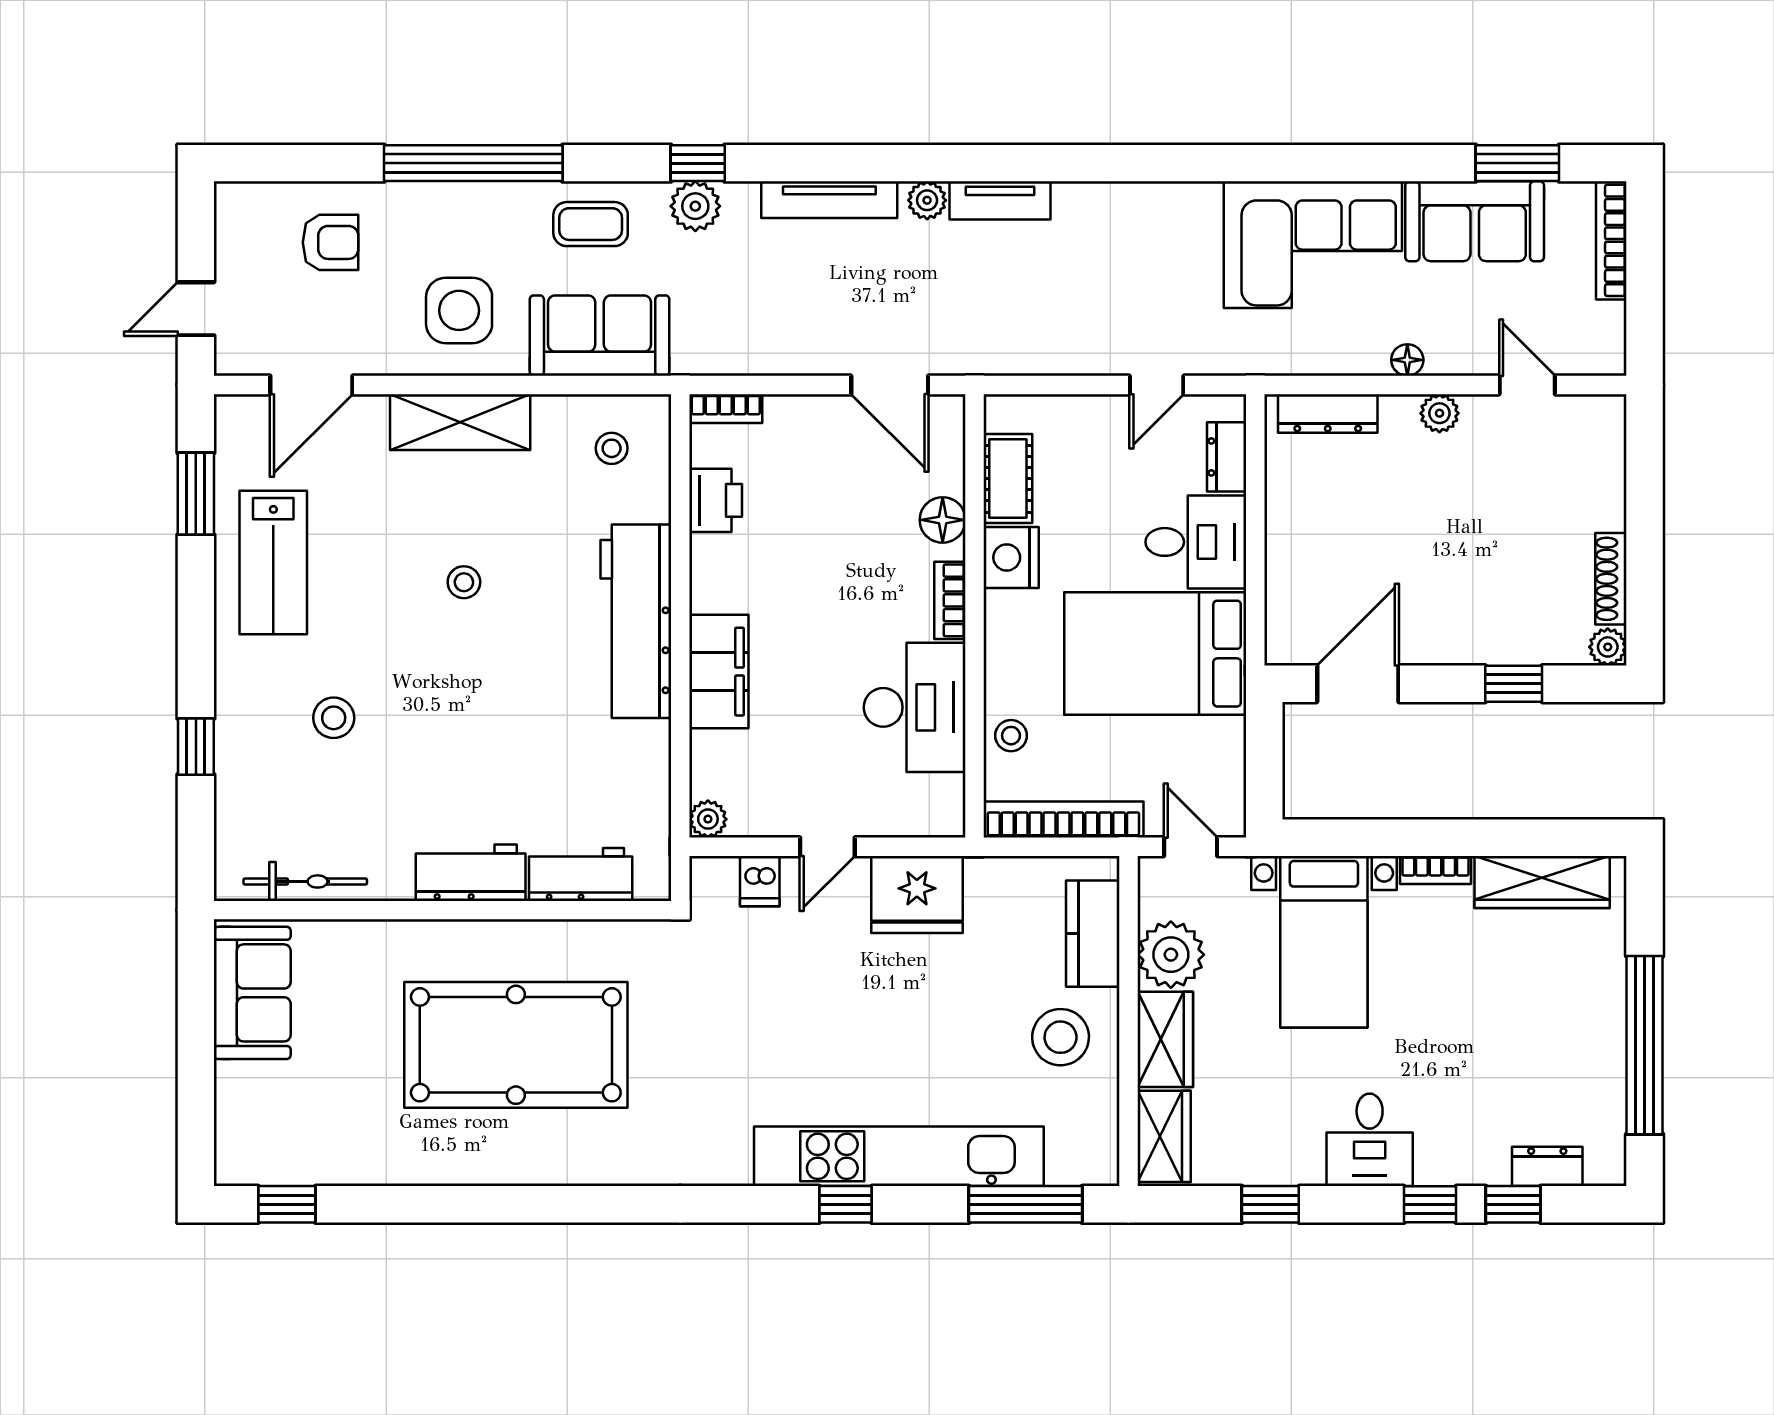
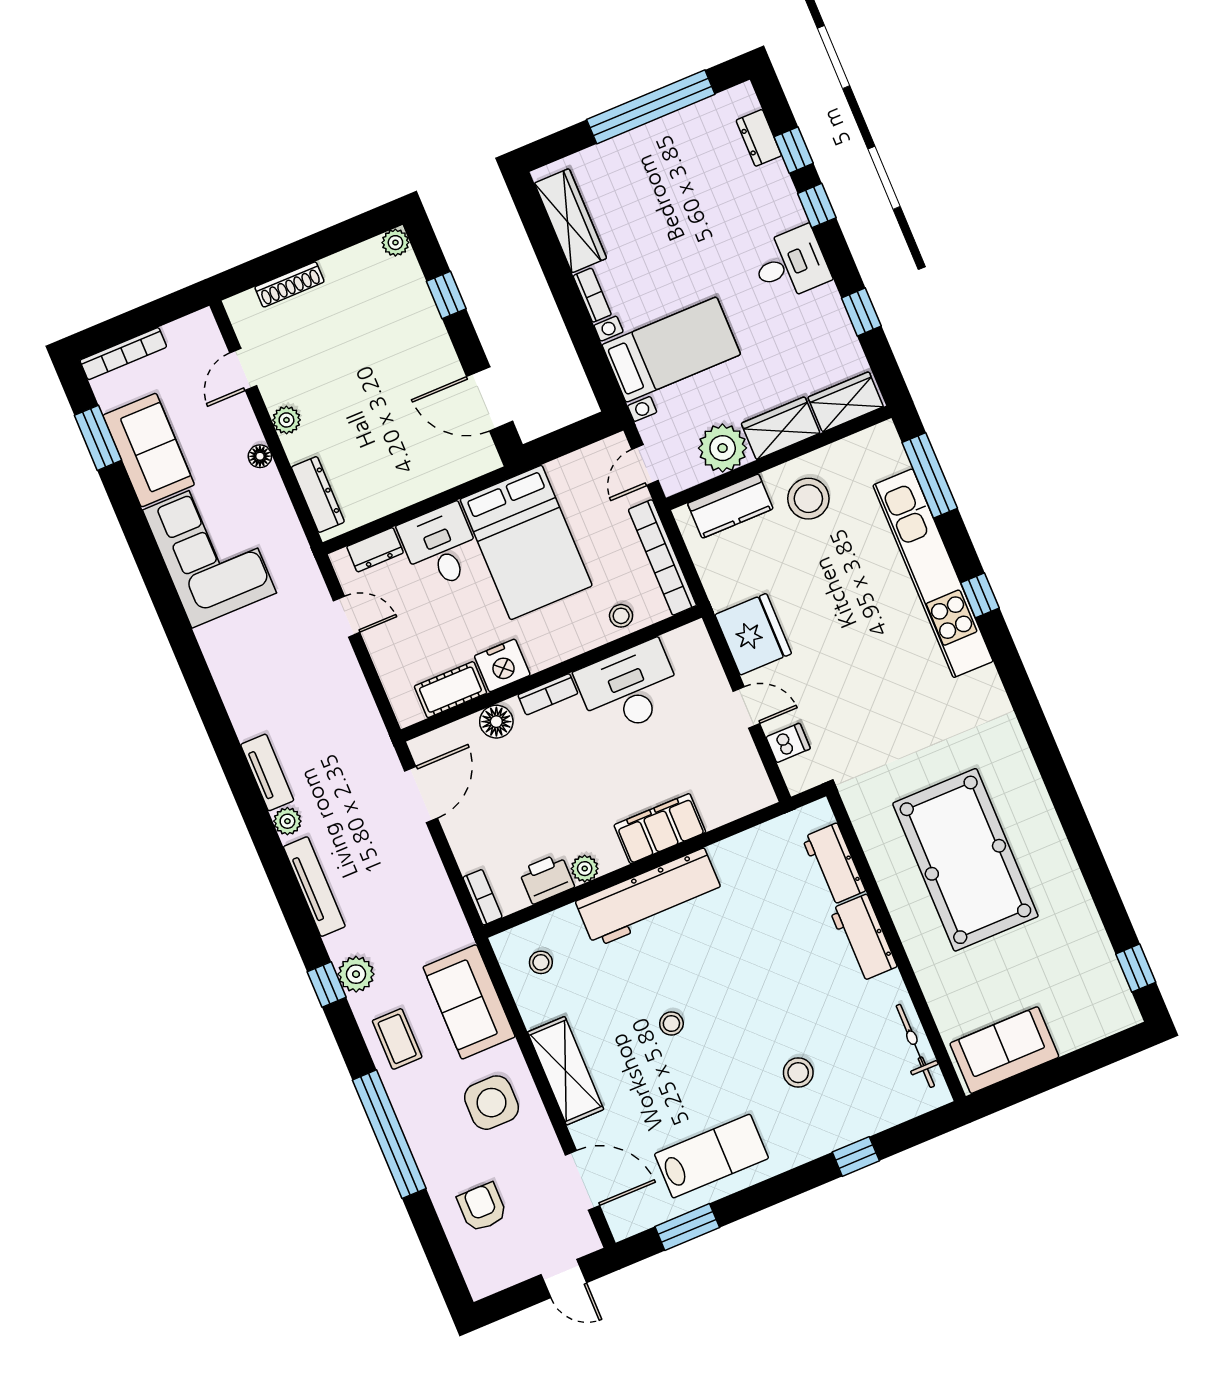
shoe rack: (1611, 579) -> (289, 284), moved
plant: (708, 819) -> (585, 869), moved

